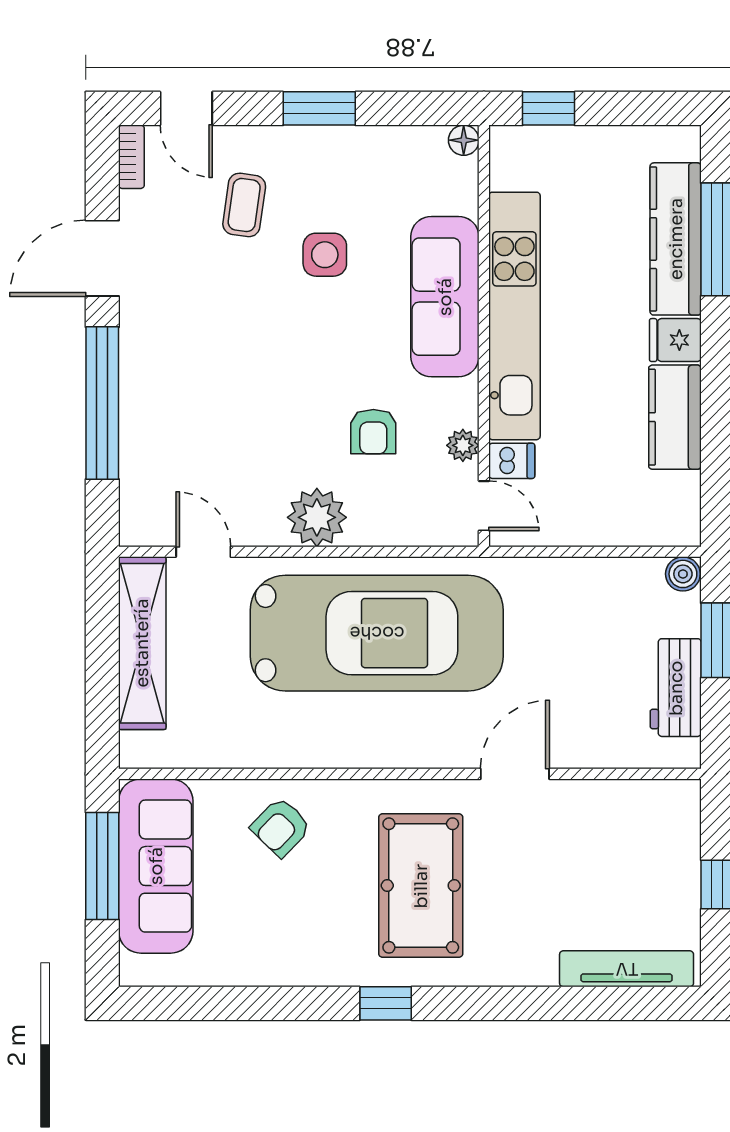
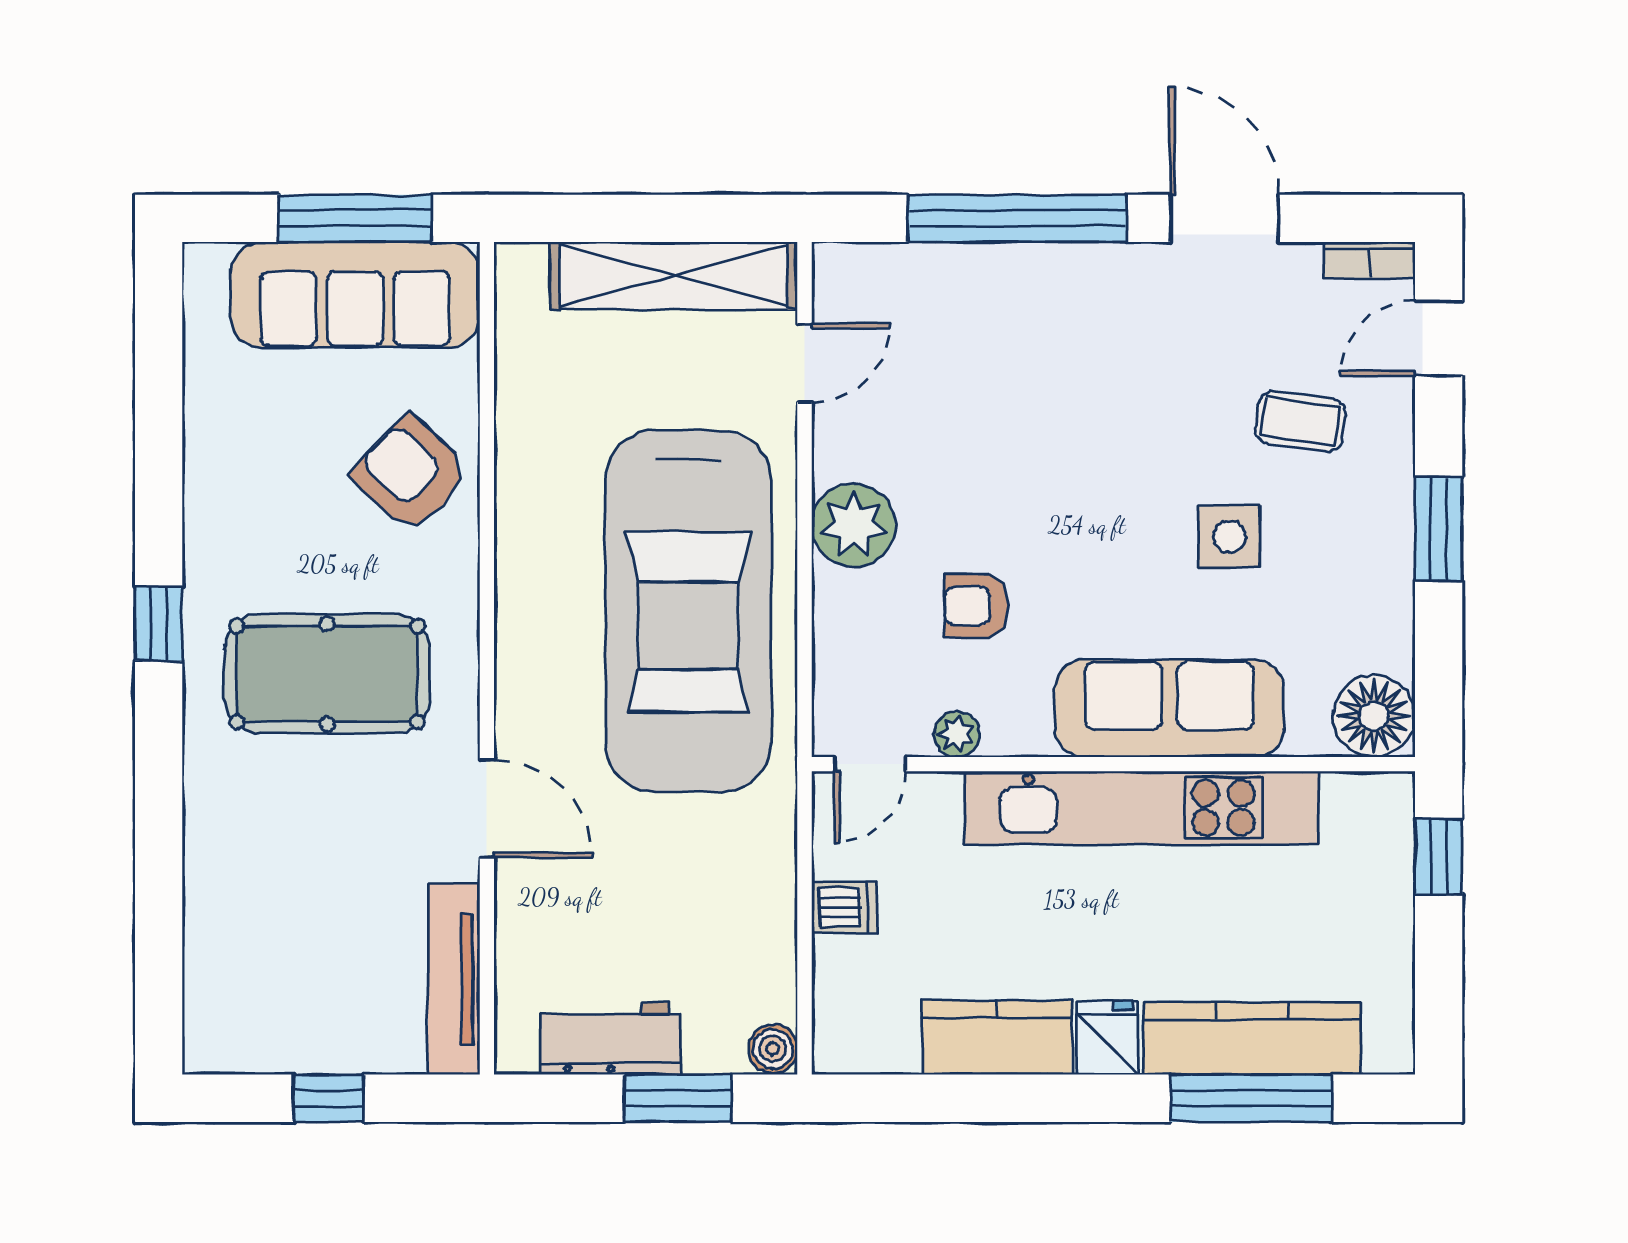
floor lamp: (464, 140) -> (1374, 716), width x1.89, depth x1.89
dishwasher: (512, 461) -> (844, 907), moved, turned -90
armchair: (281, 827) -> (411, 474), width x1.38, depth x1.38
tv unit: (627, 969) -> (454, 979), moved, turned 180

